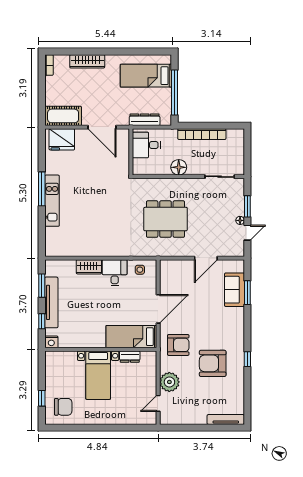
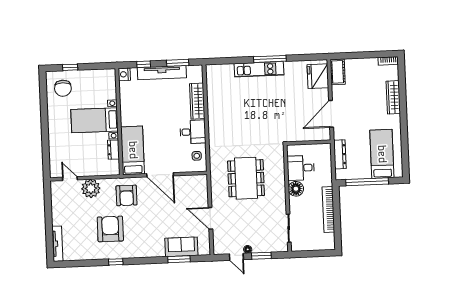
cot: (63, 116) -> (338, 72), width x0.73, depth x0.75
desk: (146, 145) -> (301, 168), moved, turned -90
wardrobe: (89, 267) -> (197, 101), width x1.50

